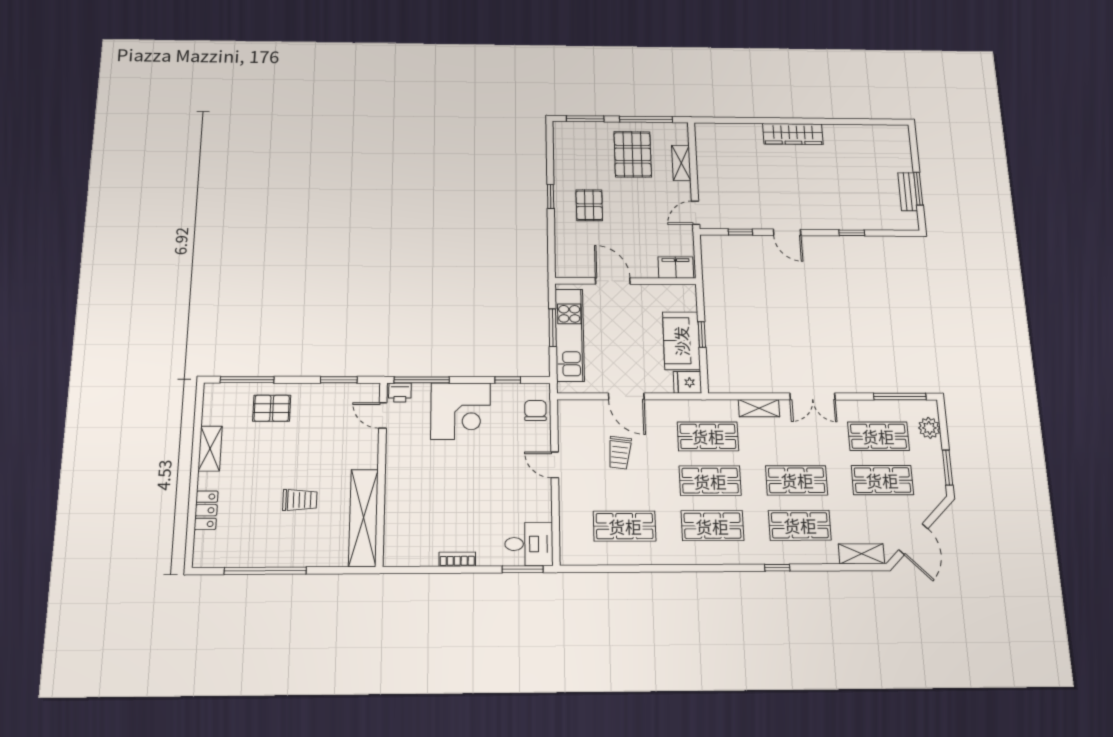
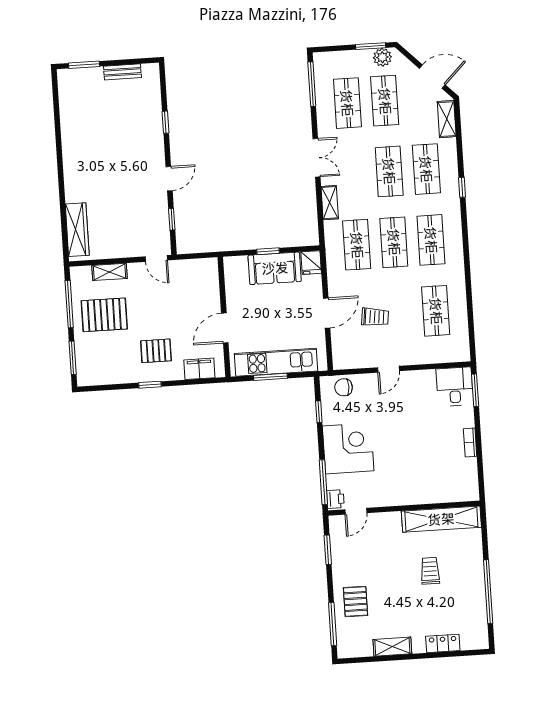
wardrobe: (793, 134) -> (77, 230), moved
window: (918, 189) -> (84, 65), moved
filing cabinet: (676, 268) -> (199, 369), moved, turned 90
plant: (929, 428) -> (382, 57), moved

